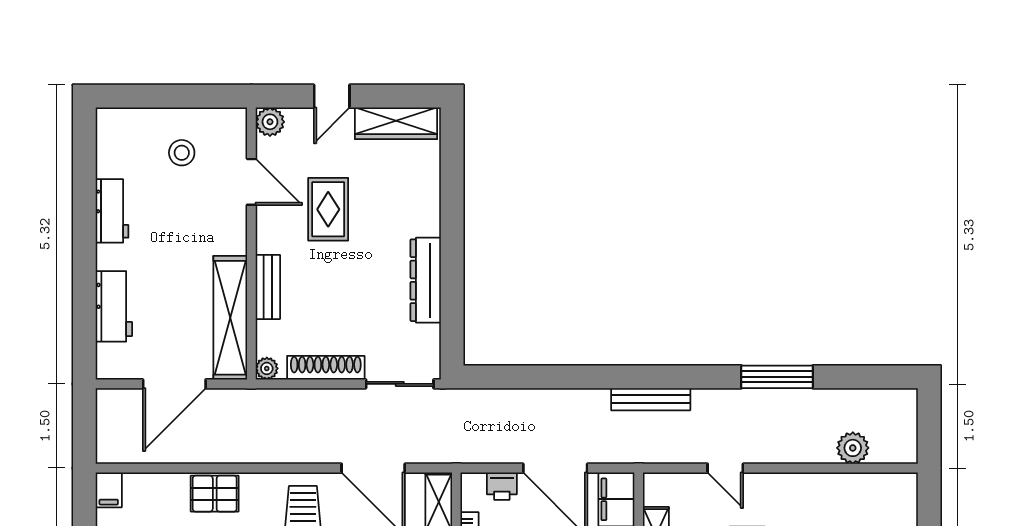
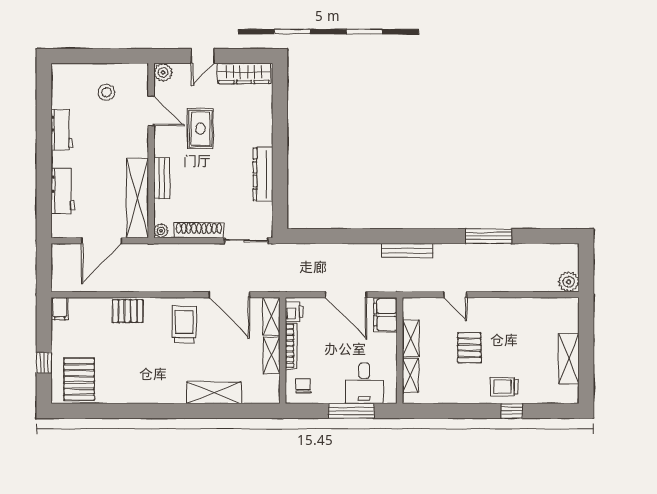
plant: (853, 448) -> (569, 282), moved
printer: (502, 486) -> (294, 312), moved, turned -90

